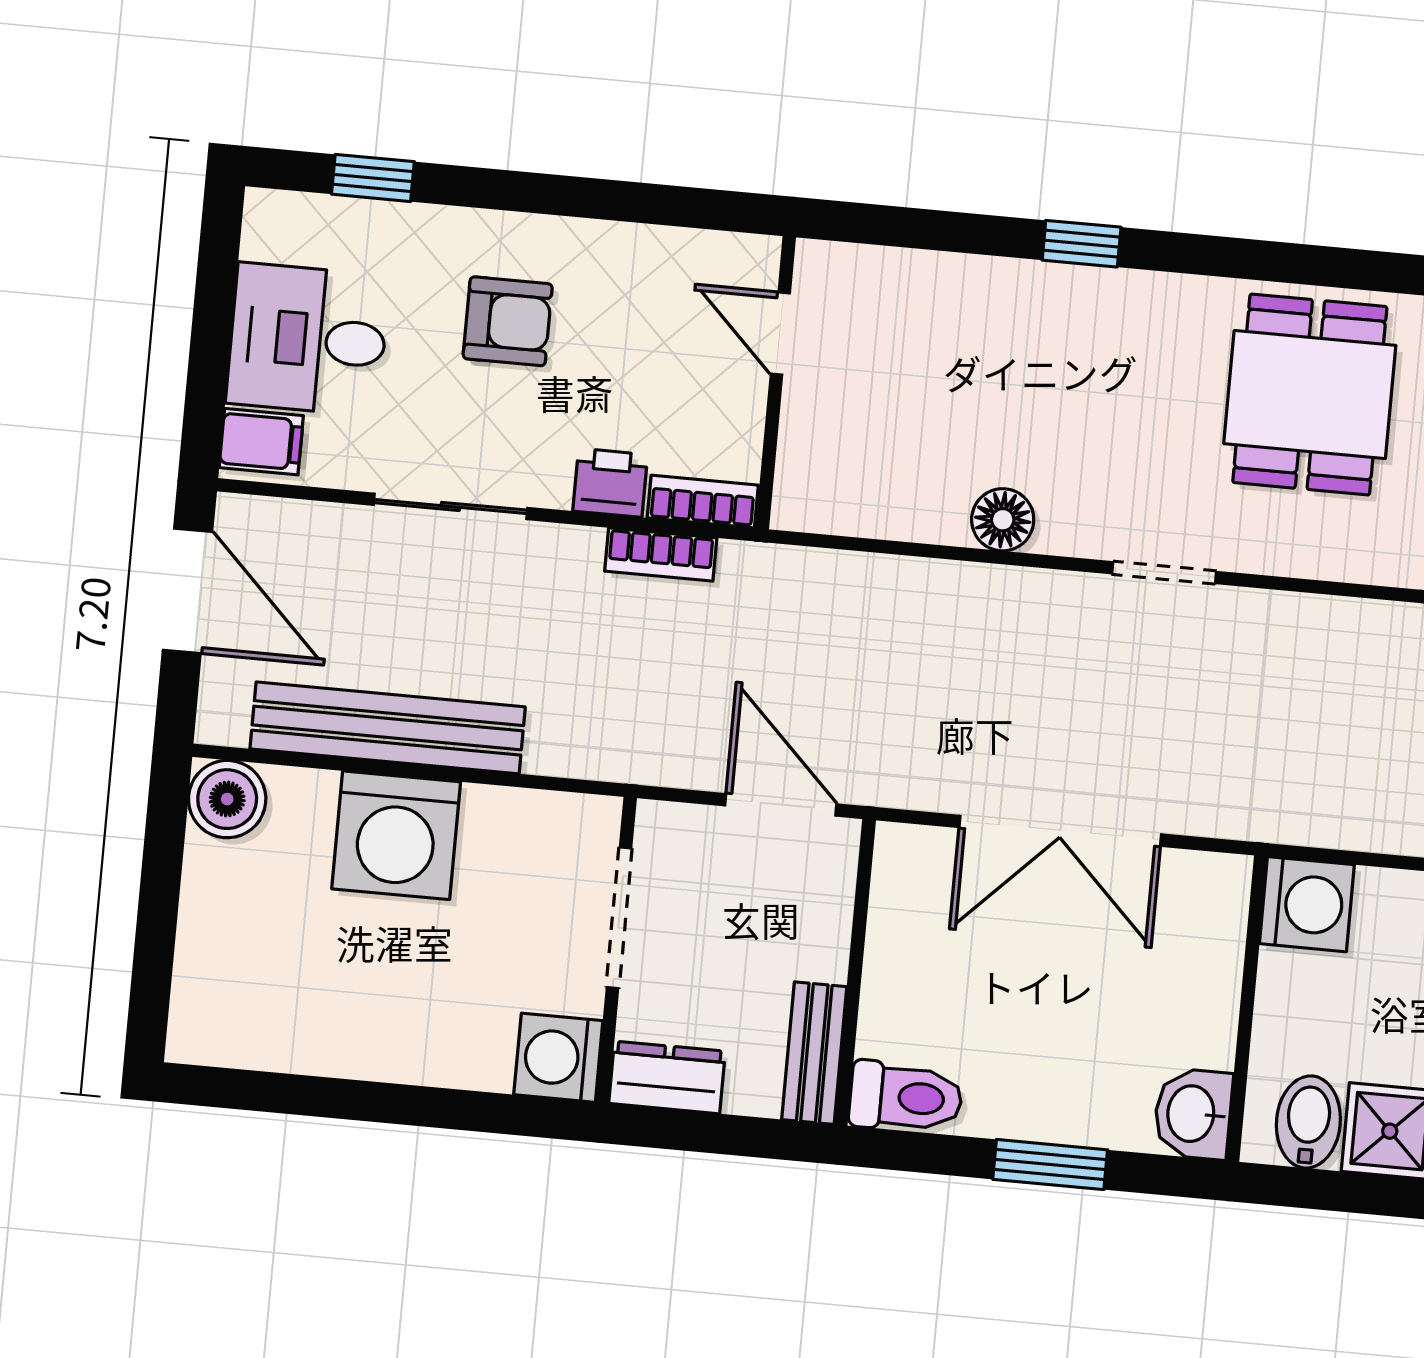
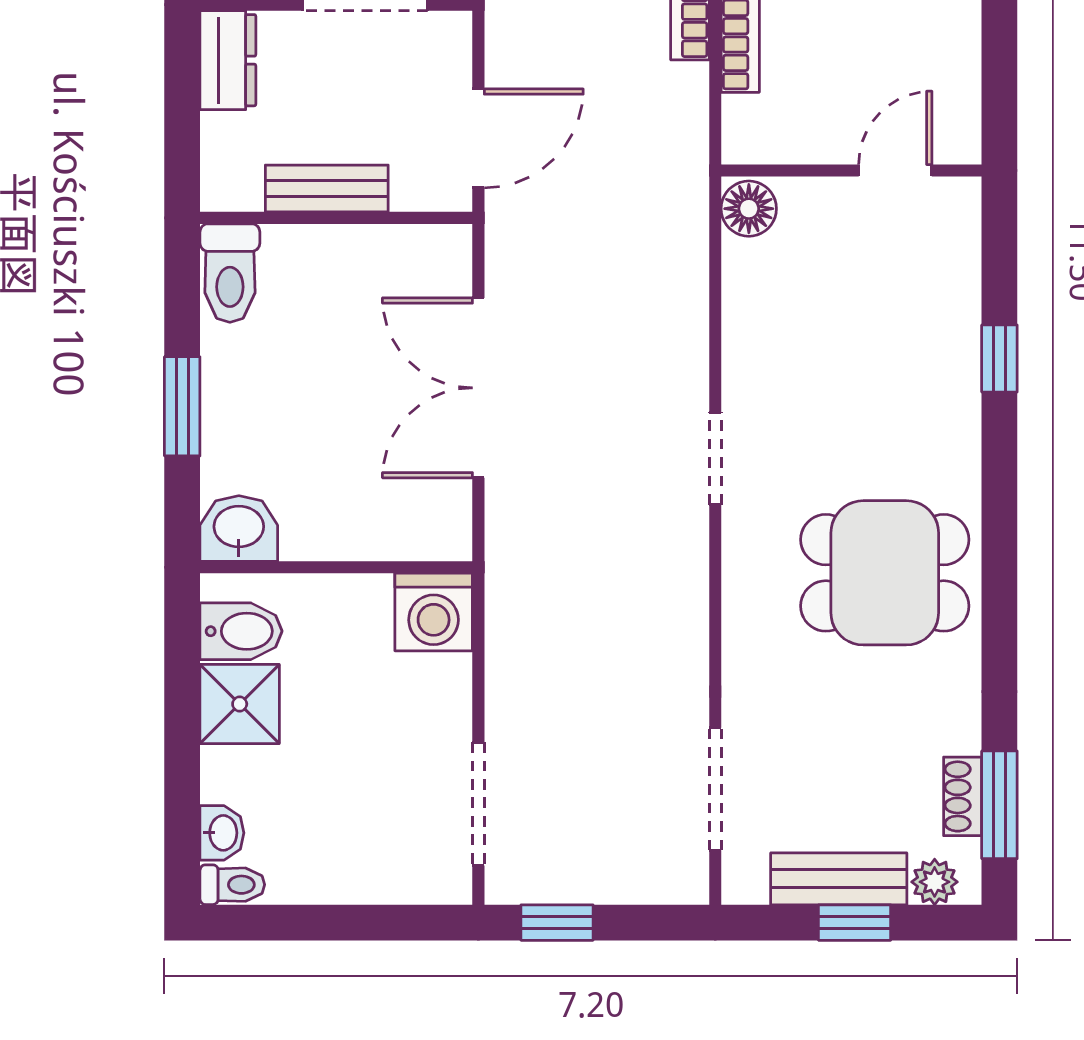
door: (780, 334) -> (895, 170), moved
wall: (776, 383) -> (851, 170), moved
floor lamp: (1003, 520) -> (749, 209), moved
bench: (814, 1053) -> (327, 188), moved

